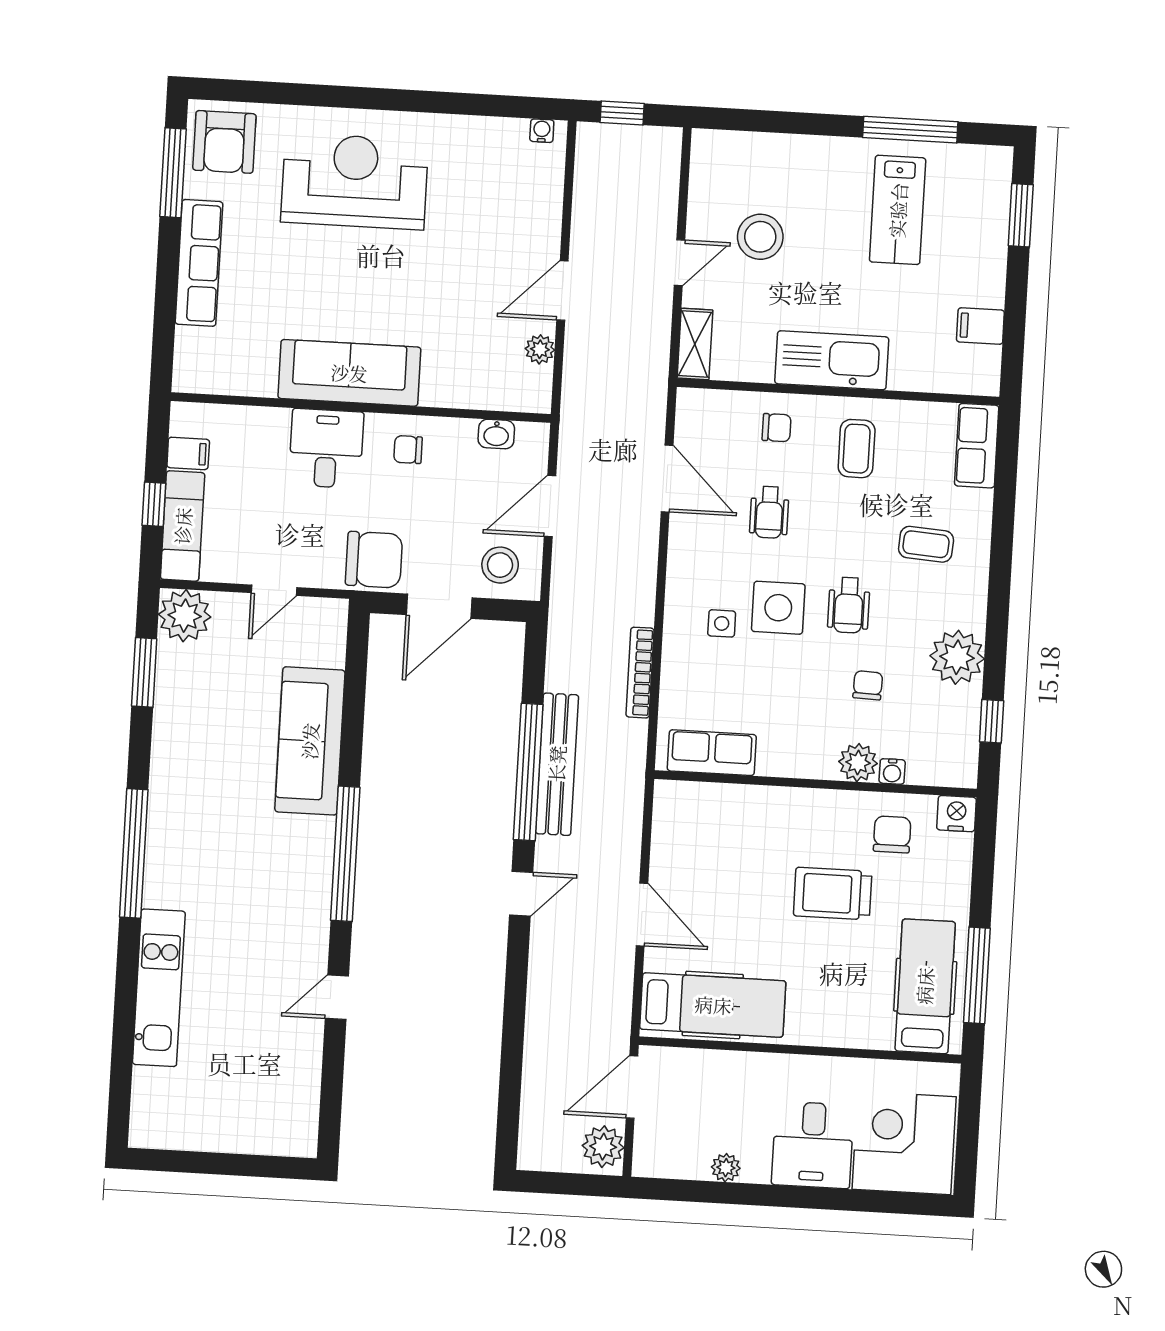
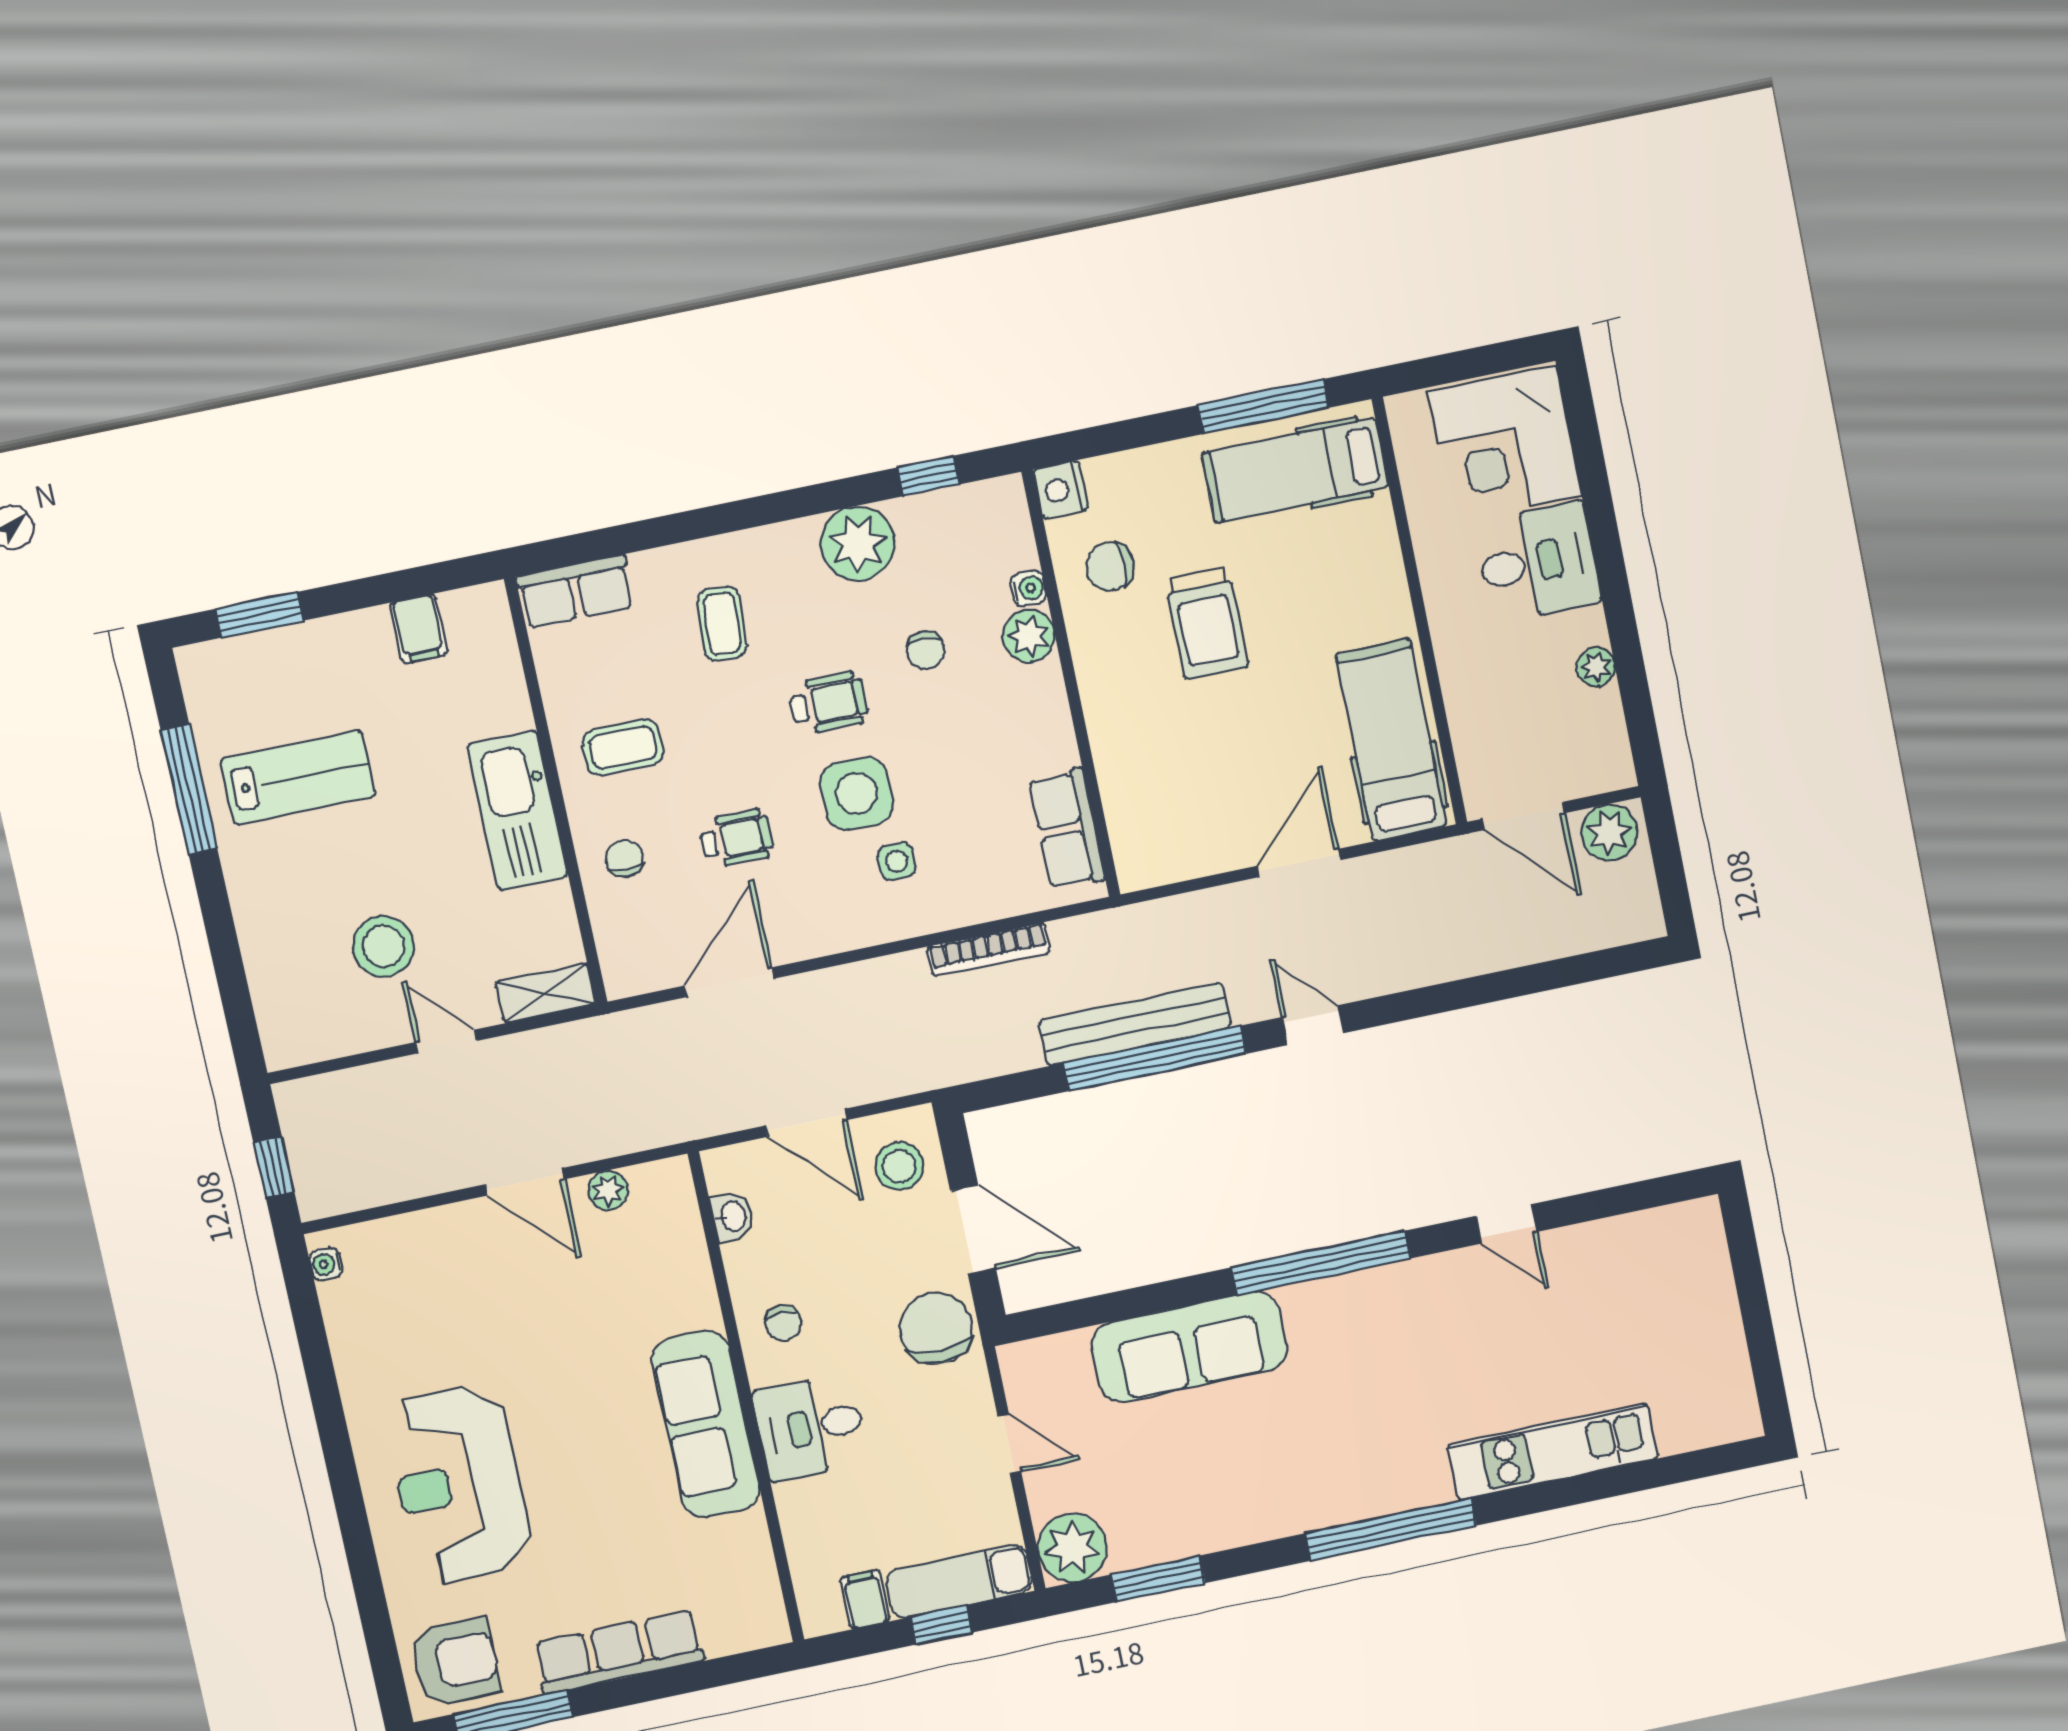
chair: (868, 685) -> (925, 650), turned -92

